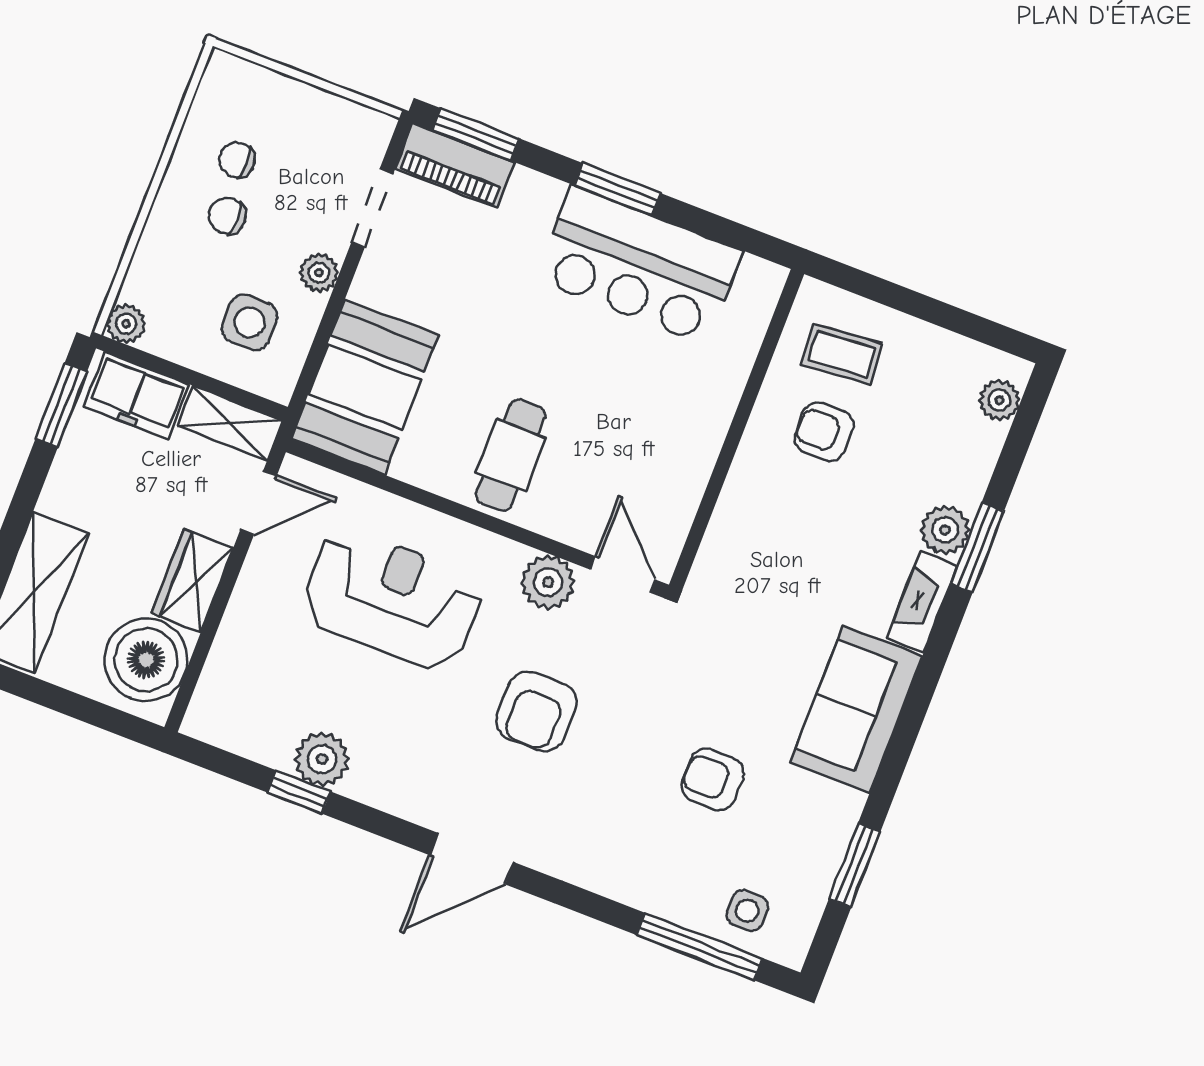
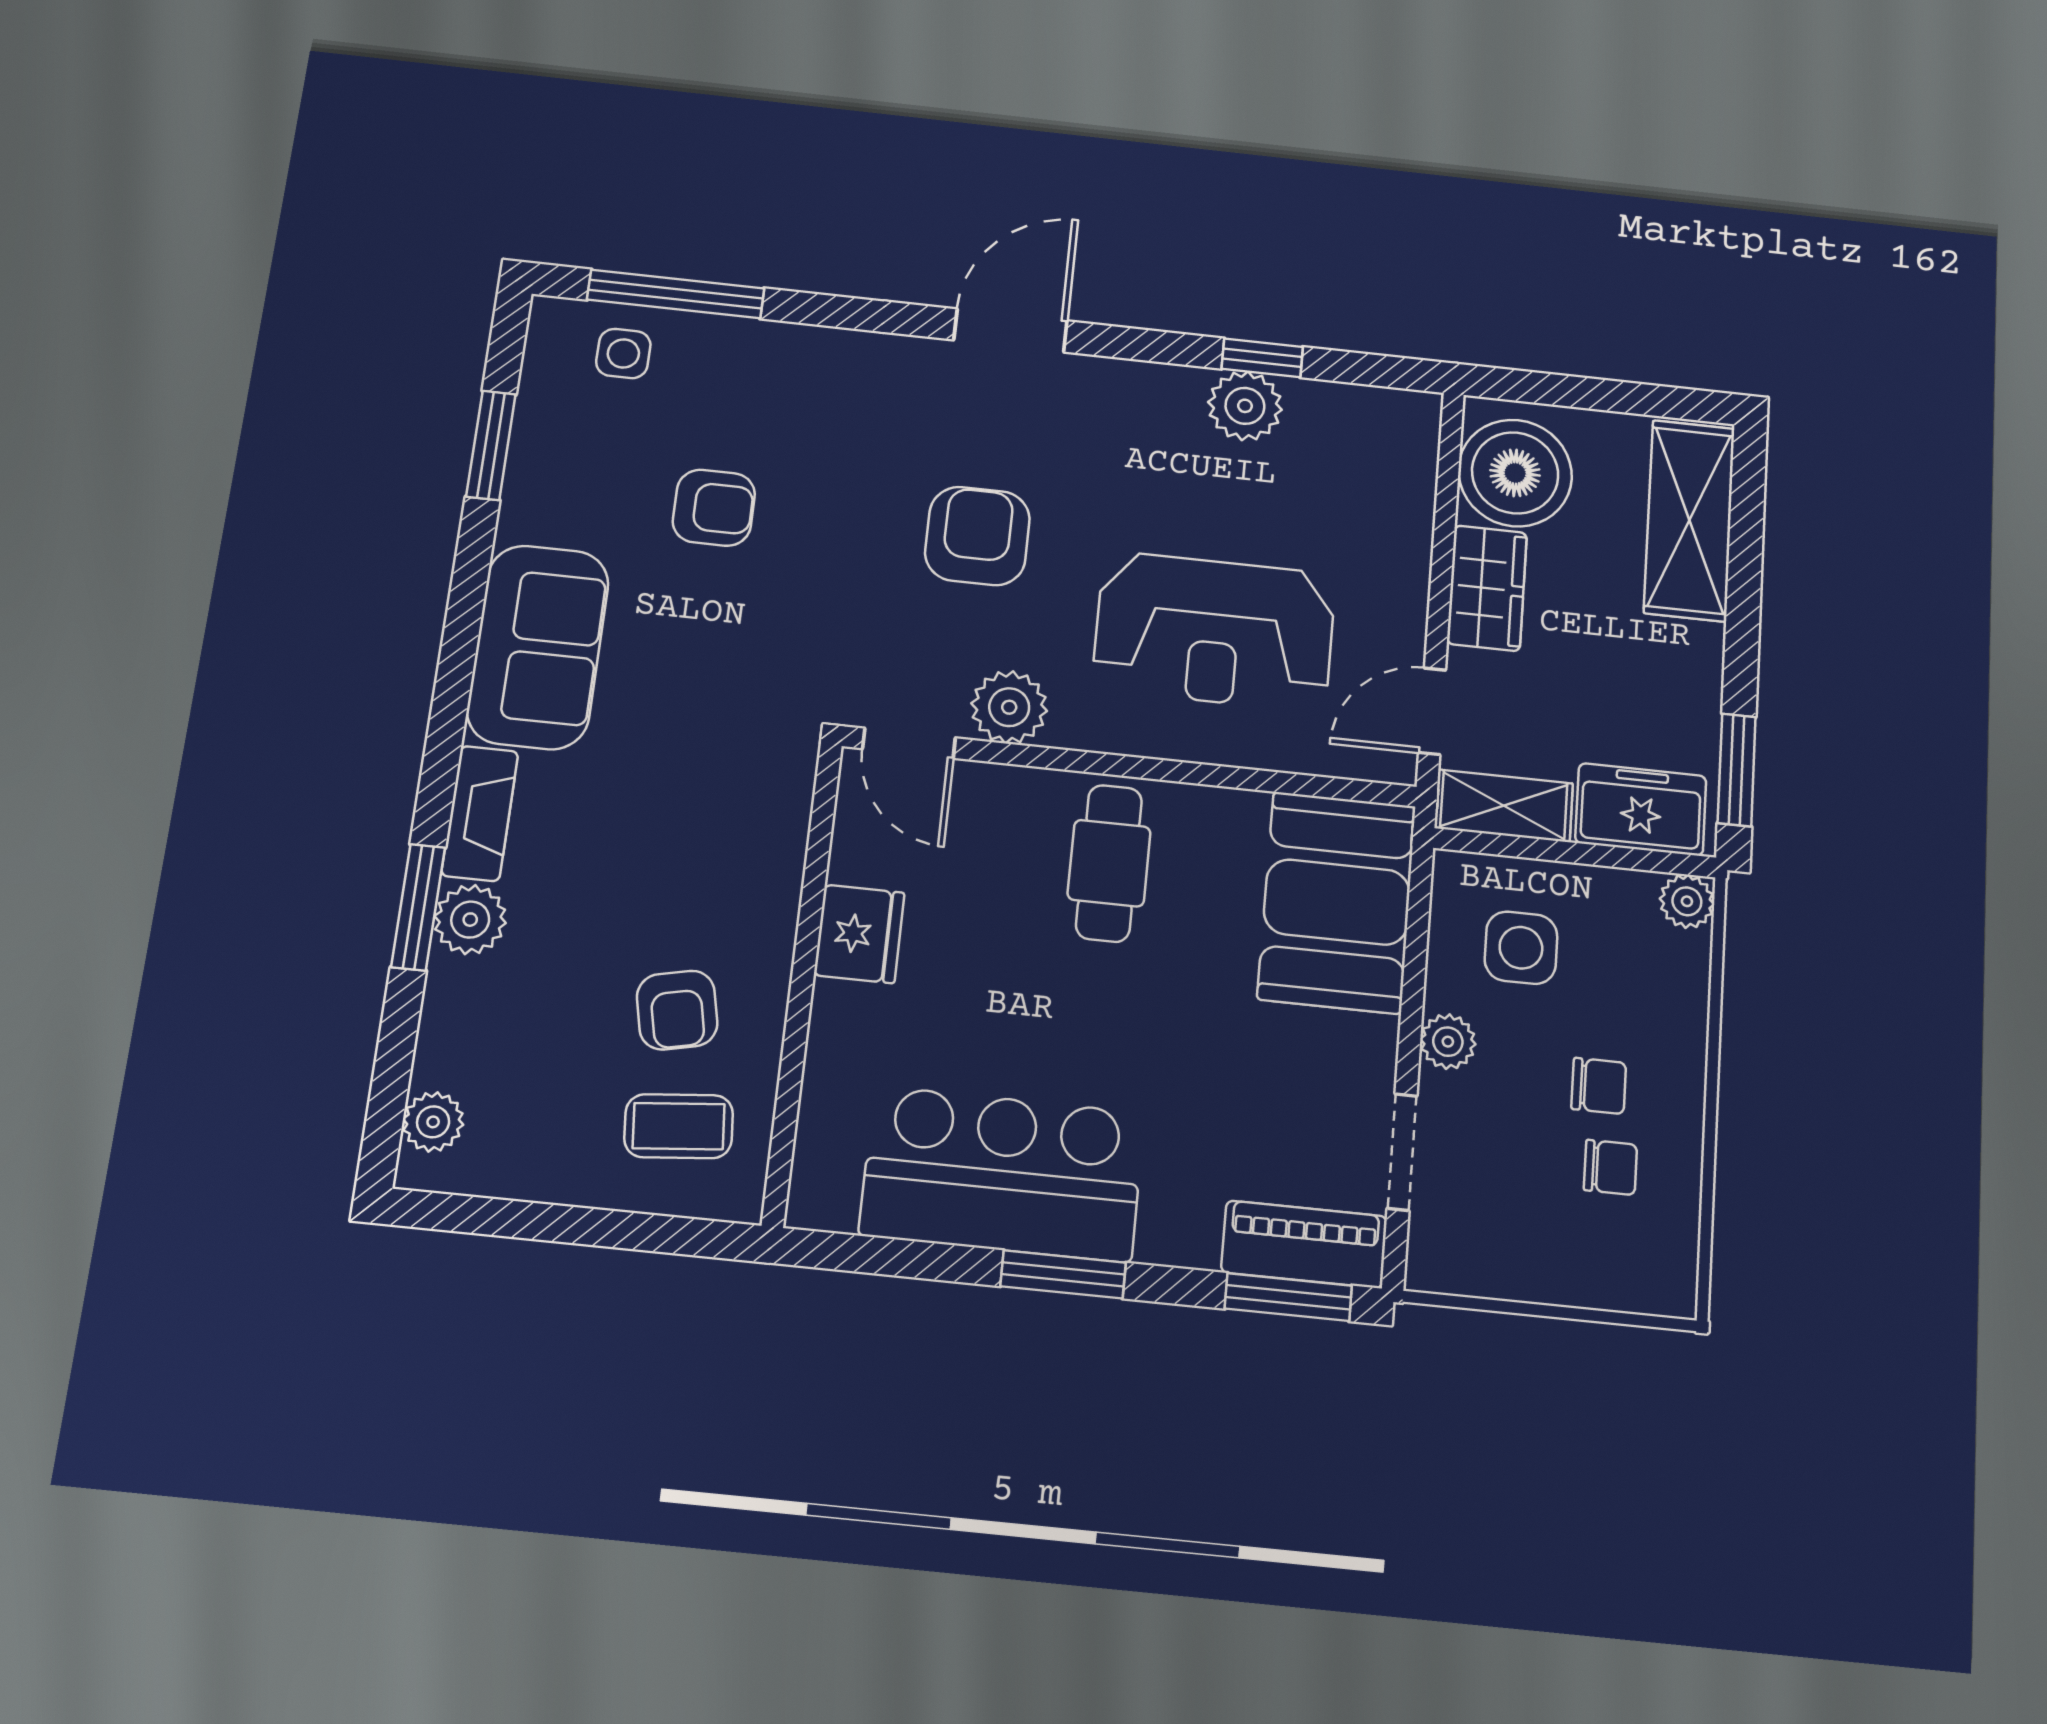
armchair: (824, 432) -> (677, 1010), turned 78
fridge: (691, 451) -> (859, 934), added

